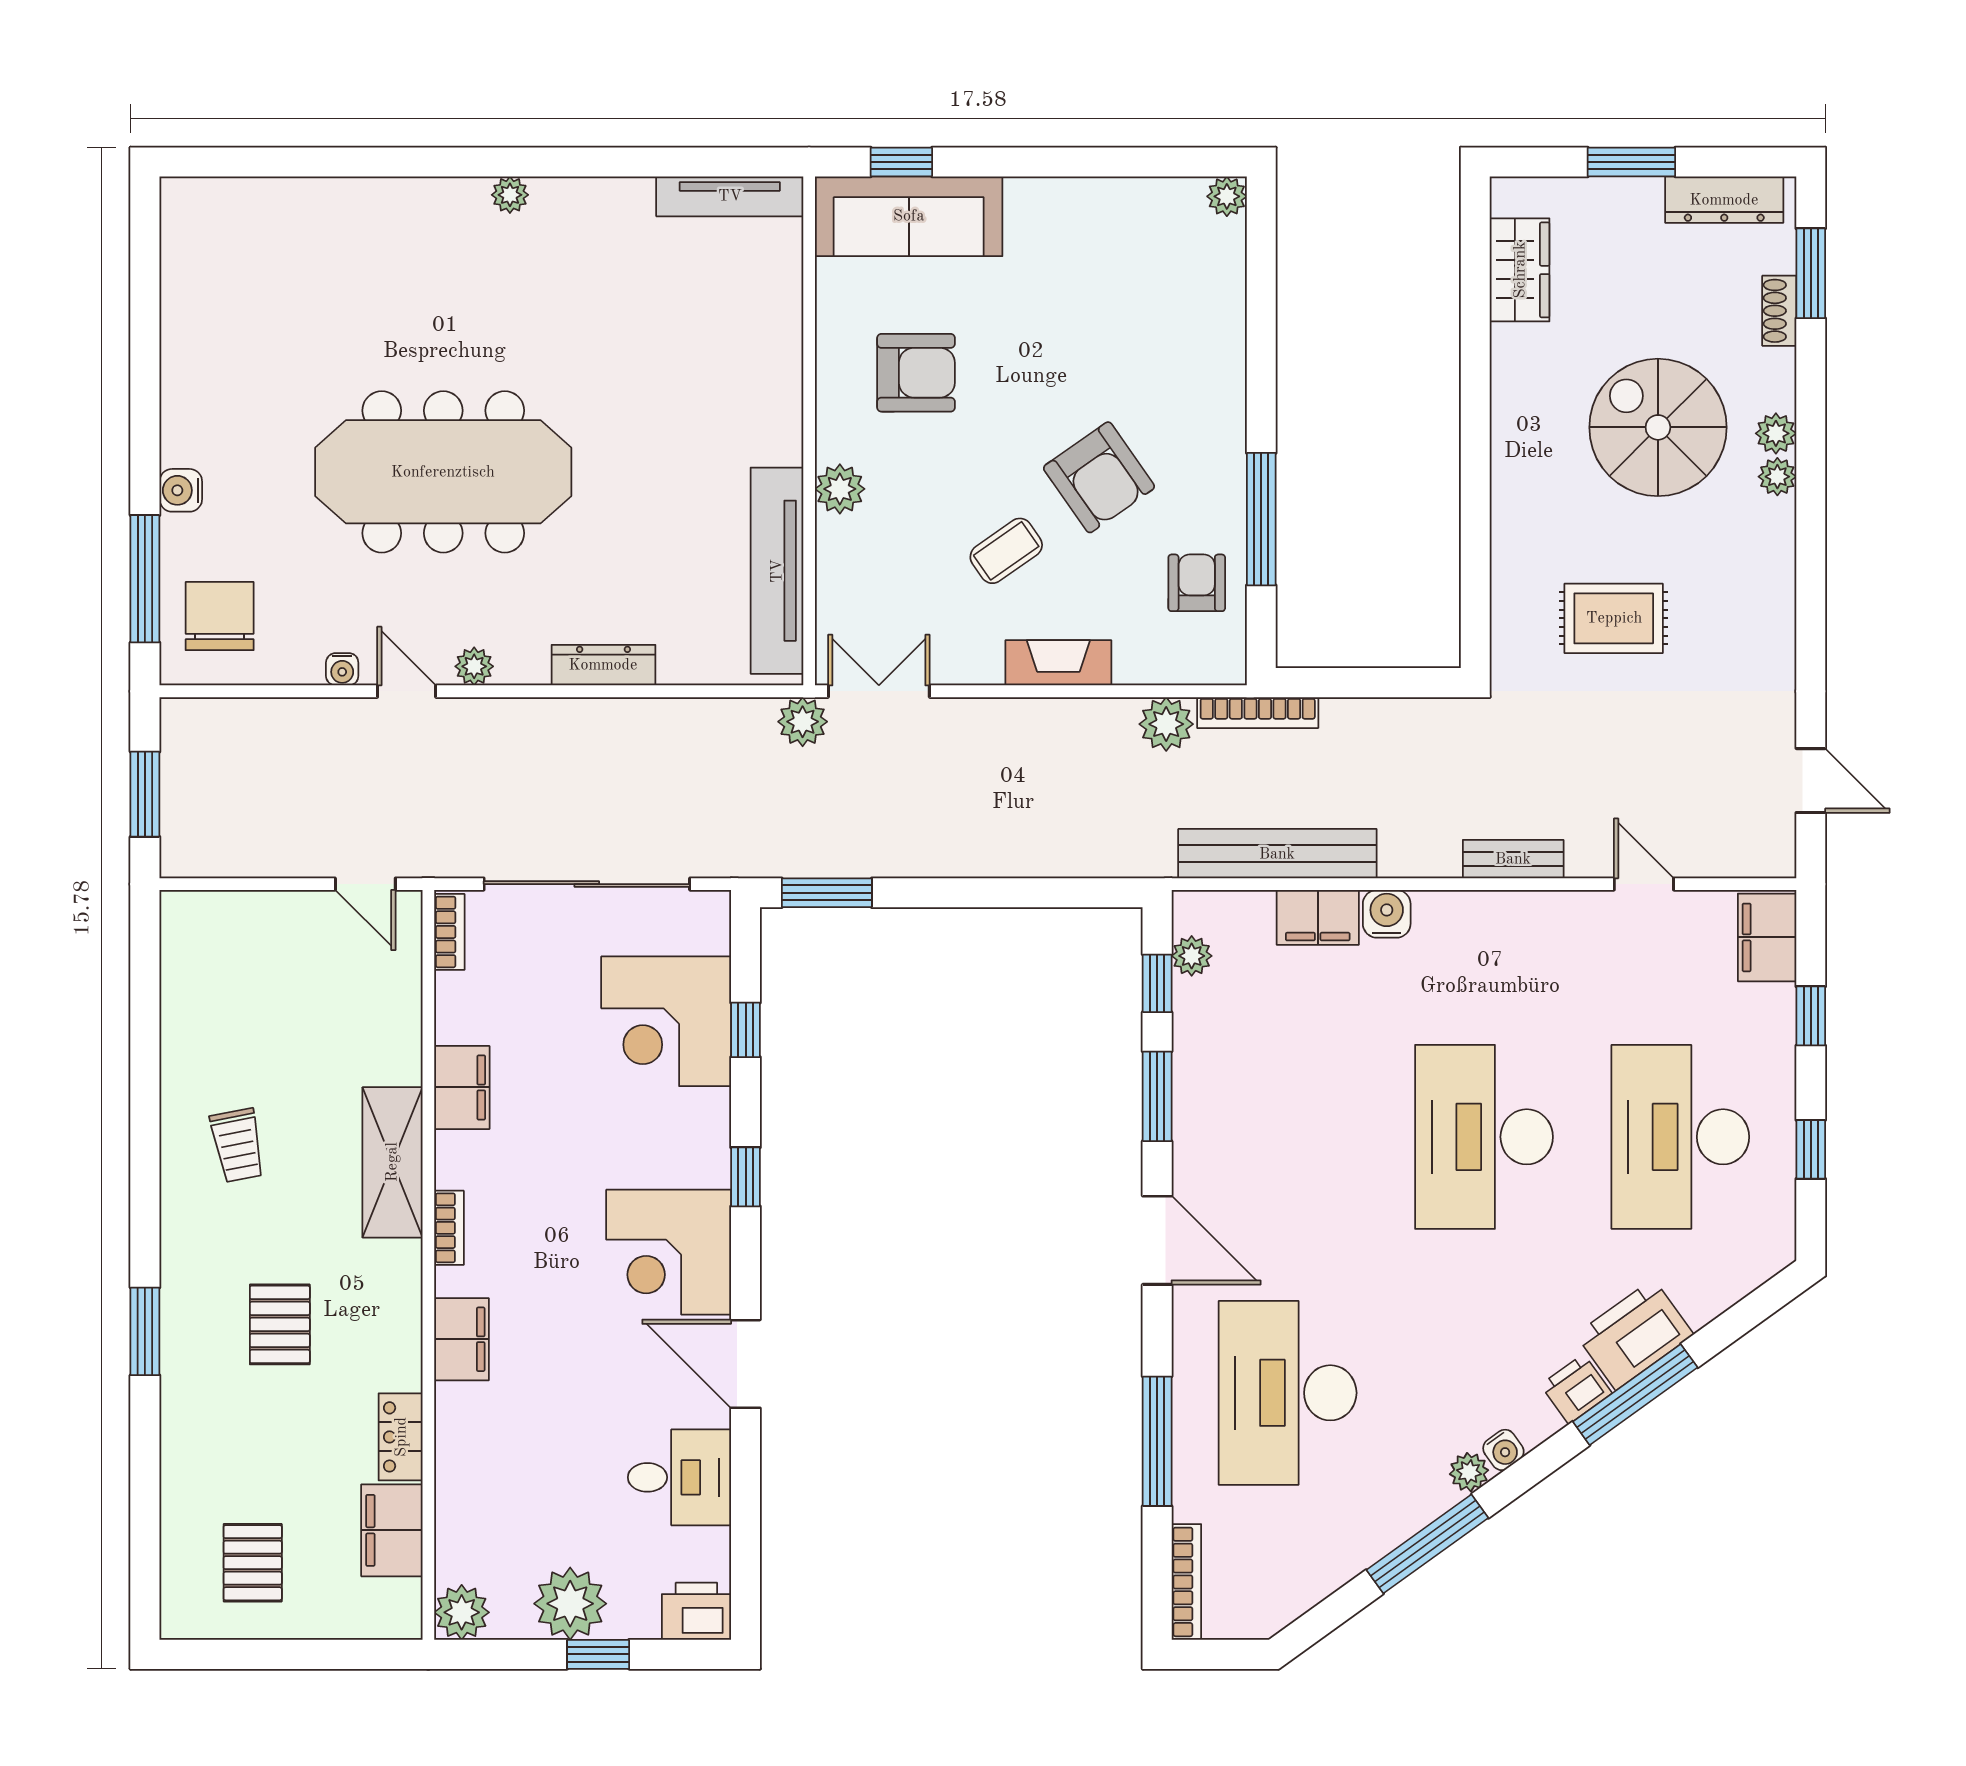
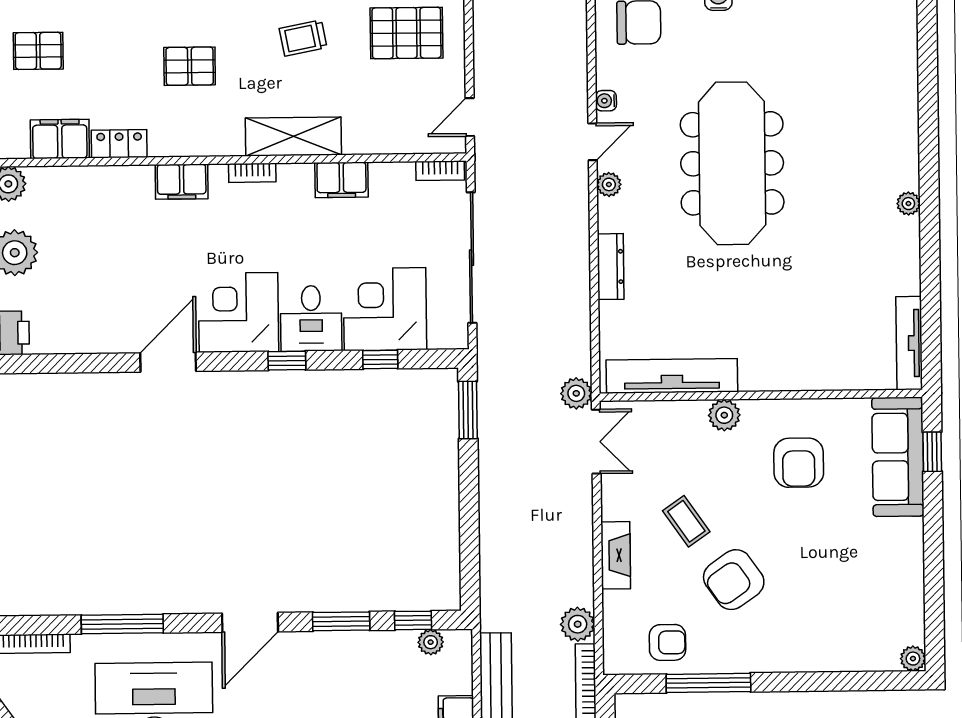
pallet: (232, 982) -> (406, 33), added
desk: (679, 1477) -> (311, 318), moved

